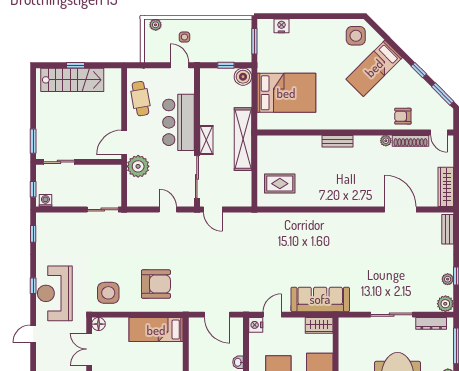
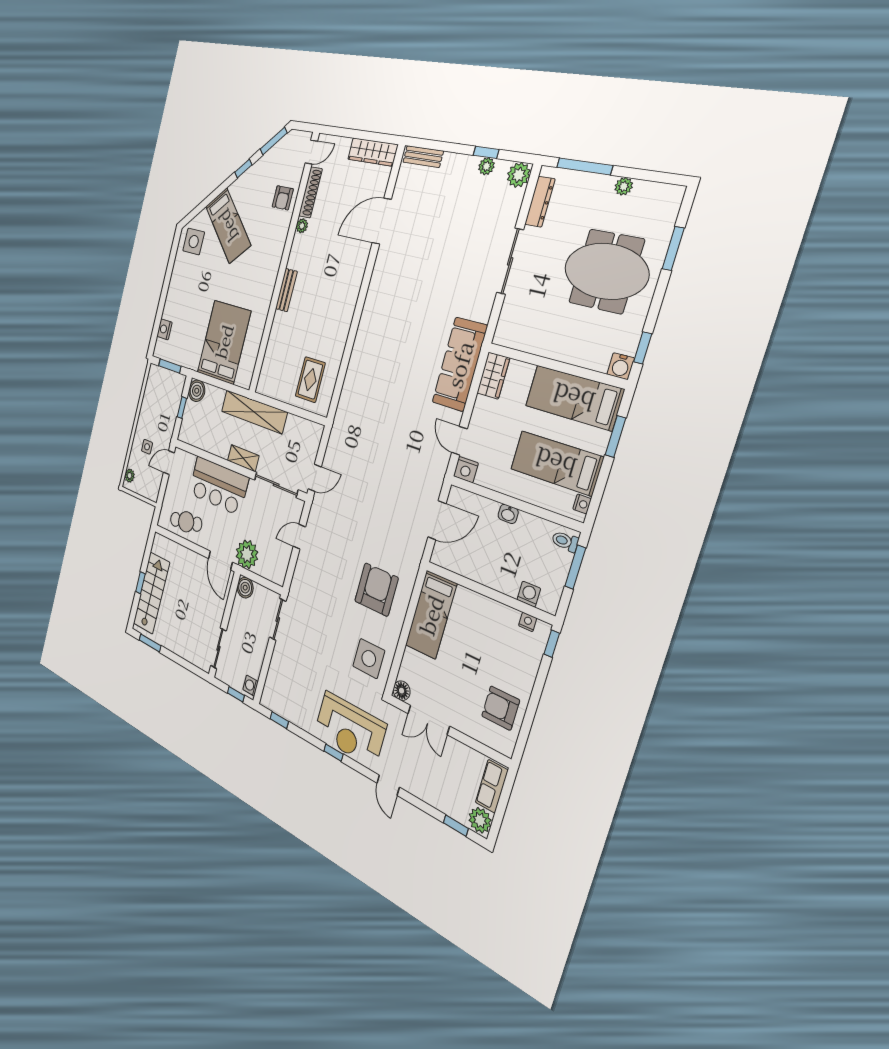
window: (33, 141) -> (150, 643), moved
boiler: (113, 173) -> (245, 588), added

